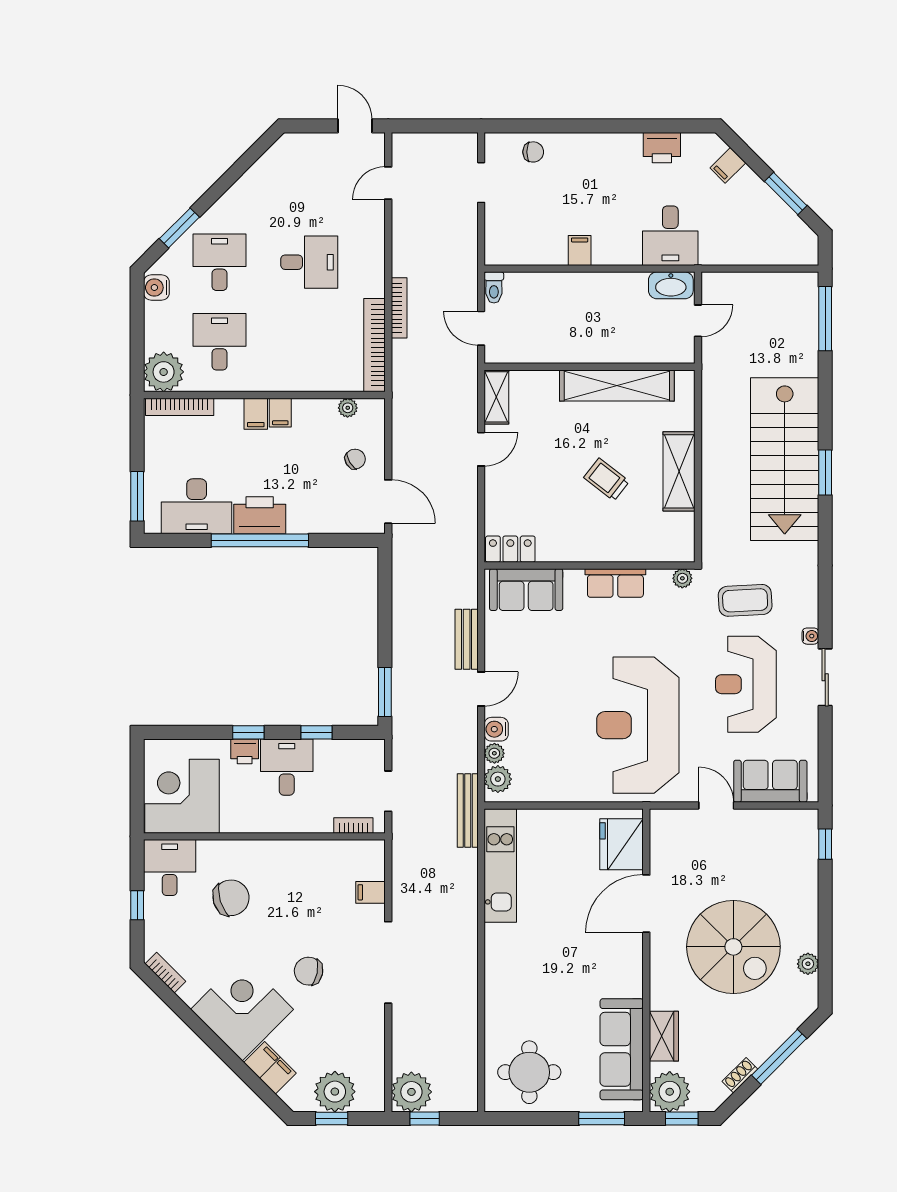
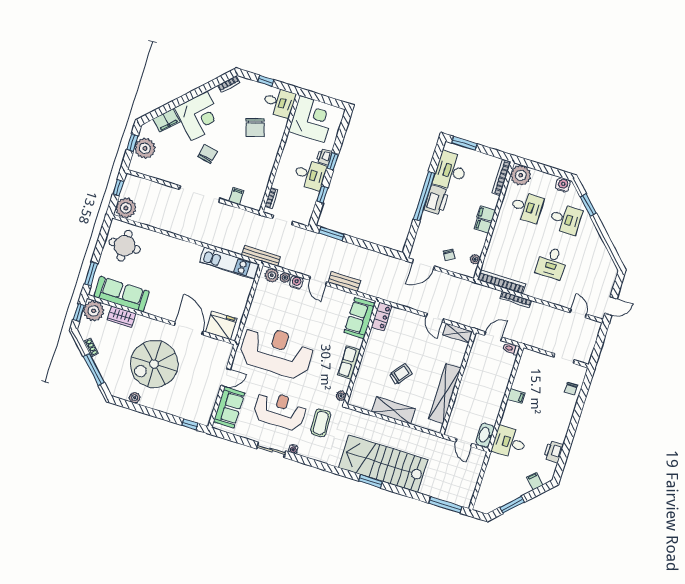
plant: (411, 1092) -> (126, 208), moved

